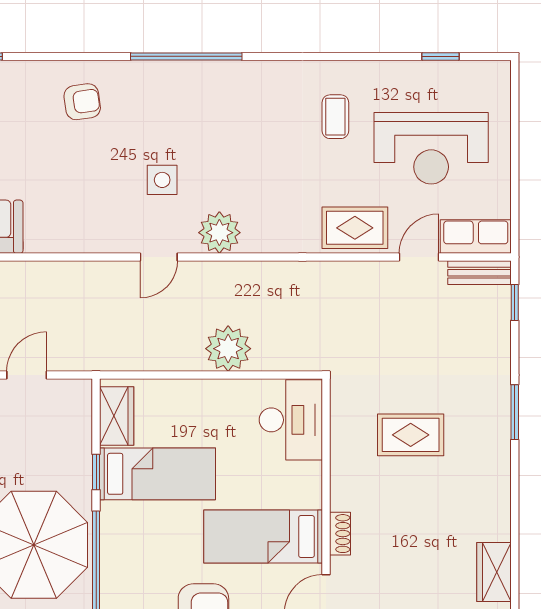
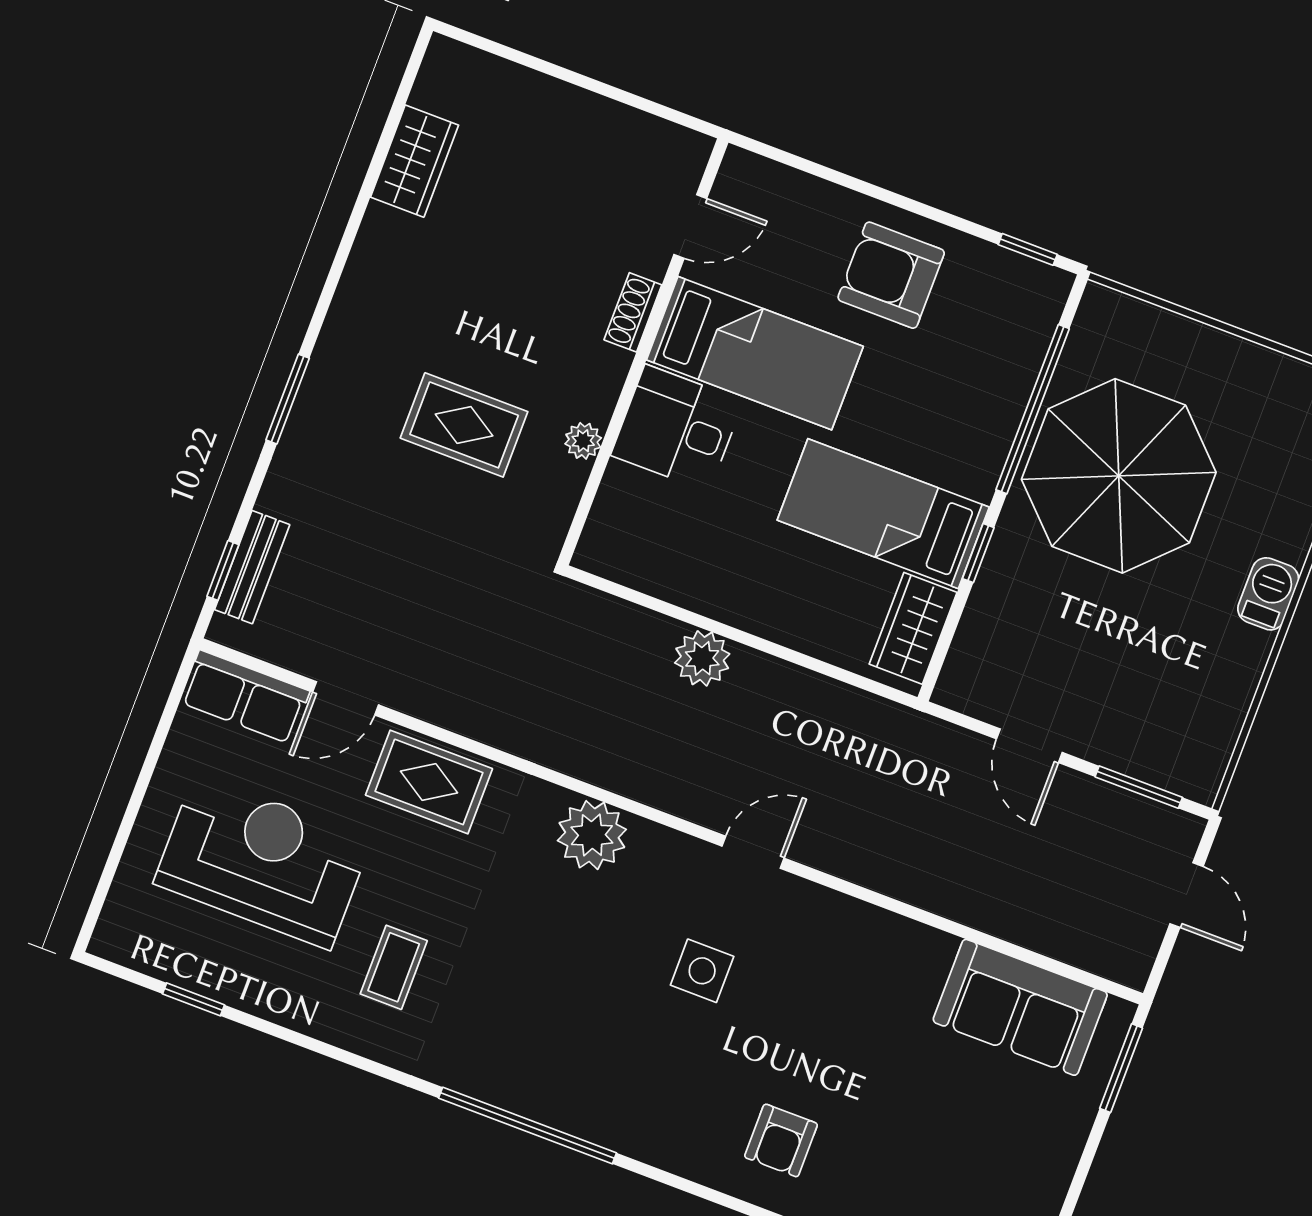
window: (186, 56) -> (528, 1126), moved
armchair: (82, 102) -> (781, 1140), turned -82
plant: (219, 233) -> (592, 835), moved
bench: (480, 273) -> (252, 567), moved, turned 90
plant: (228, 349) -> (702, 658), width x0.73, depth x0.73
door: (27, 375) -> (1029, 746), hinge flipped
desk: (291, 420) -> (677, 428), moved, width x0.73
plant: (341, 451) -> (583, 441), added

